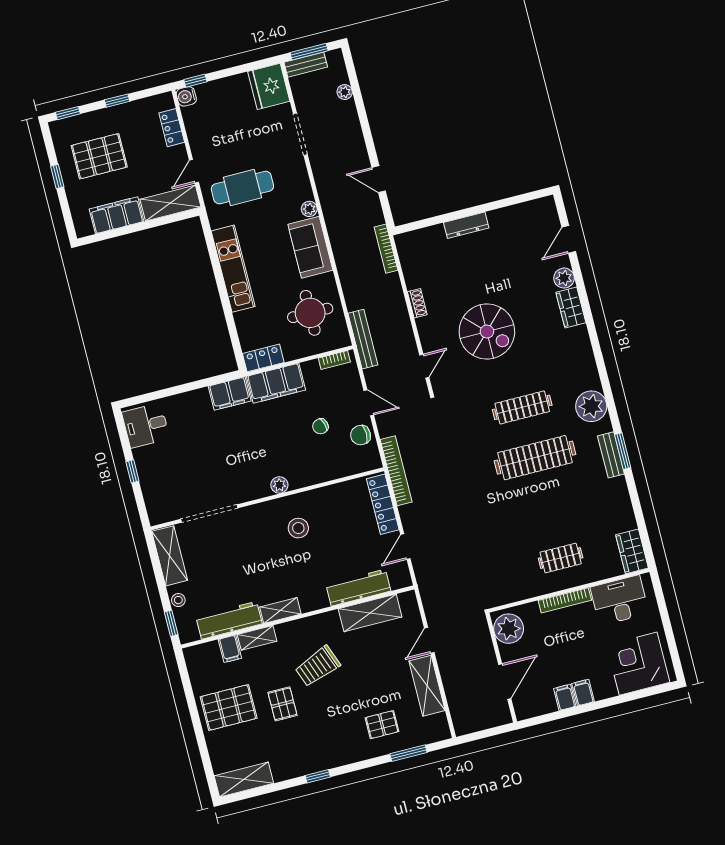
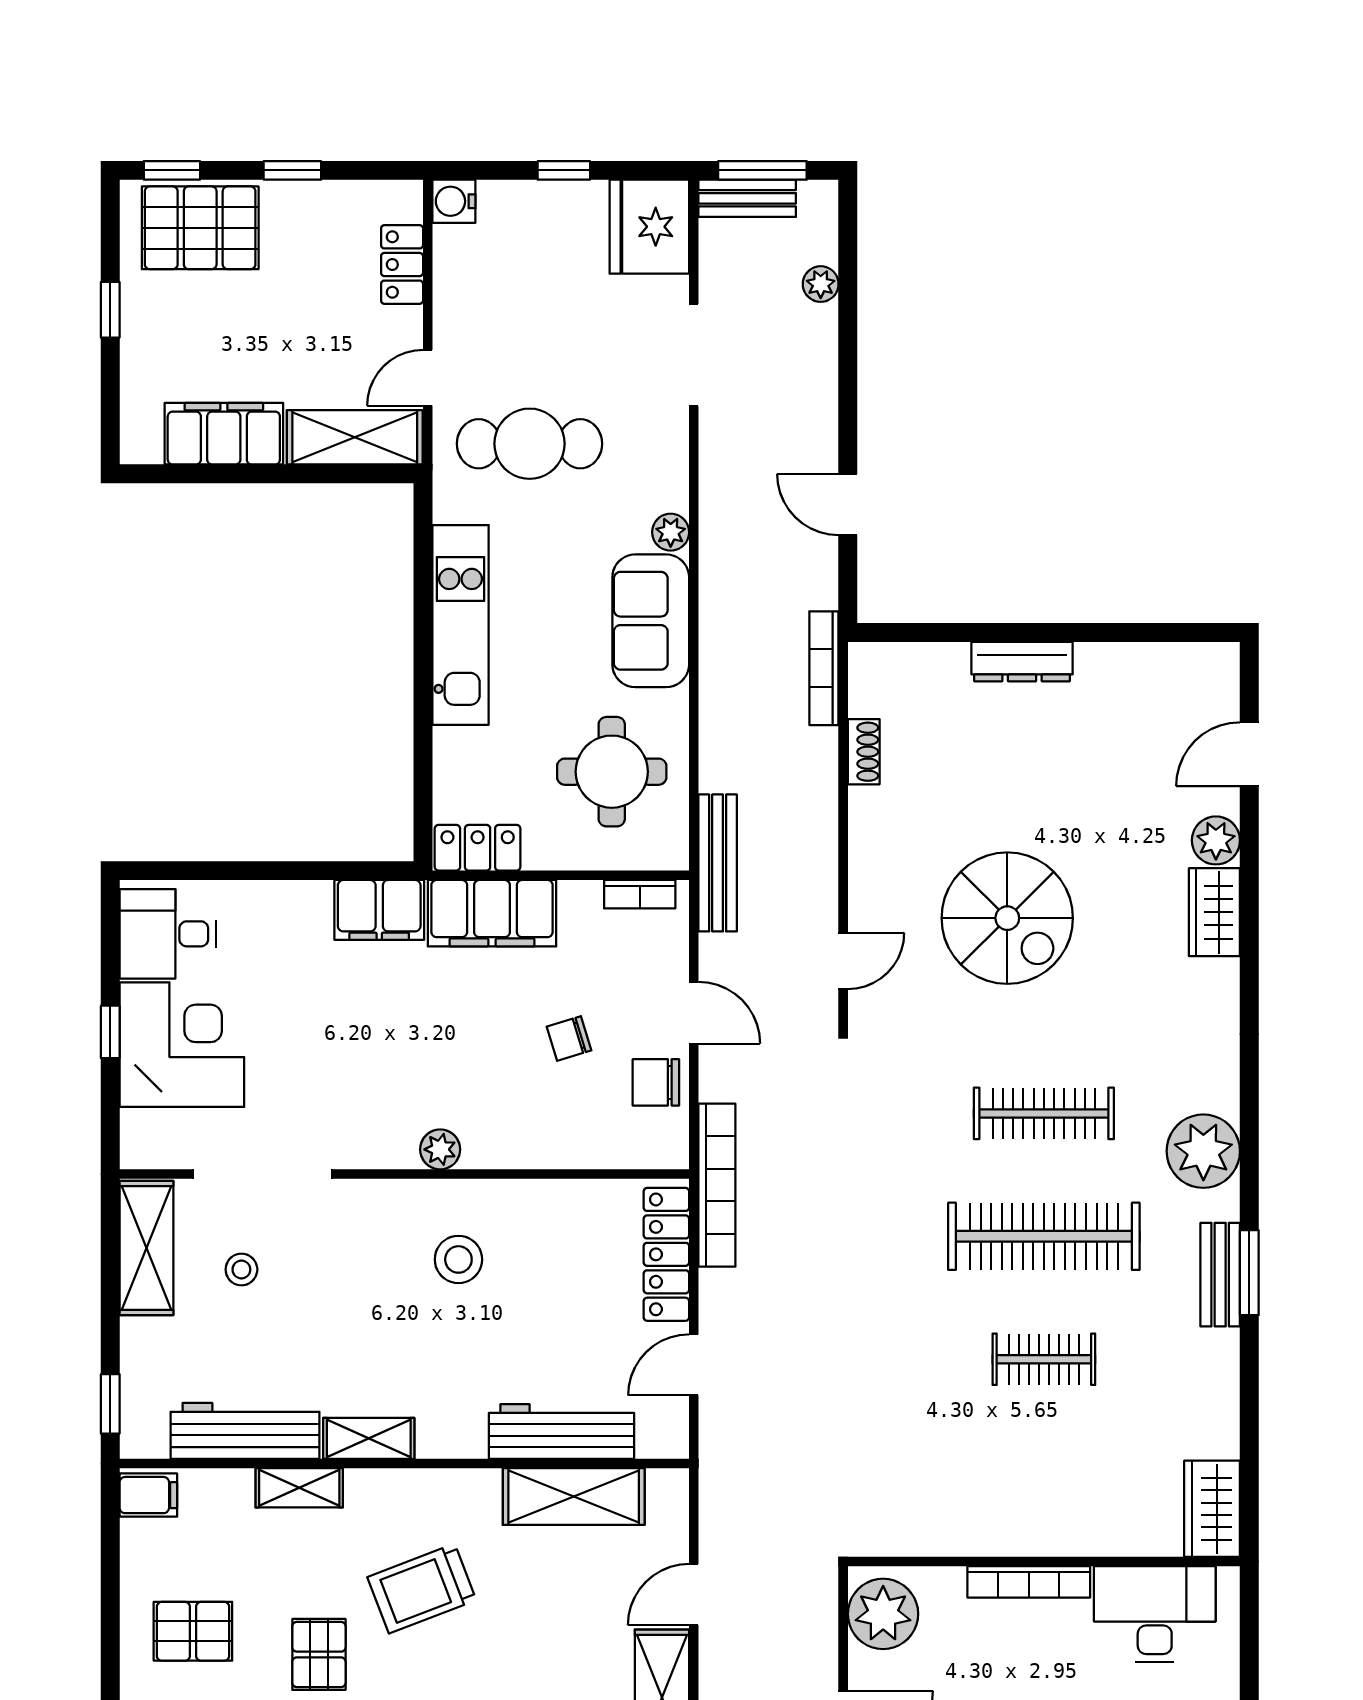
window: (195, 81) -> (564, 170), moved
pallet: (99, 156) -> (200, 228), moved
shoe rack: (417, 303) -> (864, 752), moved
corner desk: (163, 469) -> (182, 1045), added
clothes rail: (561, 558) -> (1044, 1359), moved
stool: (178, 600) -> (241, 1269), moved
filing cabinet: (230, 649) -> (148, 1495), moved, turned -90
pallet: (229, 707) -> (193, 1631), width x0.67, depth x0.71

